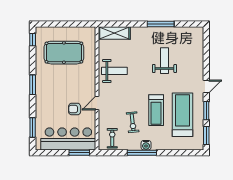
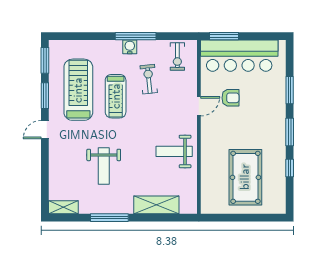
shelving: (193, 31) -> (63, 207), added
shelving: (114, 33) -> (156, 205), moved
window: (33, 40) -> (290, 168), moved
pool table: (64, 53) -> (245, 177), turned 90
treadmill: (156, 110) -> (116, 96), turned 180
treadmill: (183, 115) -> (78, 90), turned 180
window: (33, 128) -> (290, 90), moved

